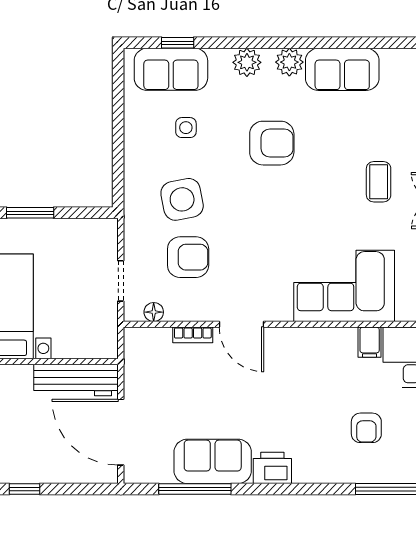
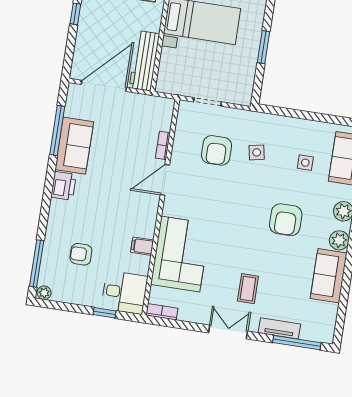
coffee table: (379, 182) -> (248, 289), turned 90
side table: (182, 199) -> (257, 152), width x0.54, depth x0.54
floor lamp: (154, 312) -> (183, 121), removed
filing cabinet: (370, 342) -> (142, 246), moved

